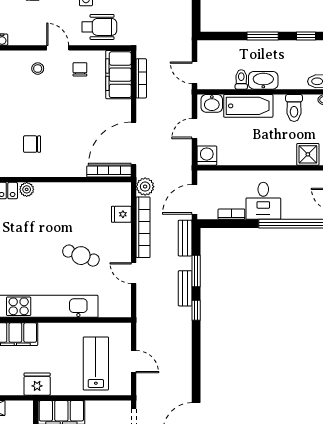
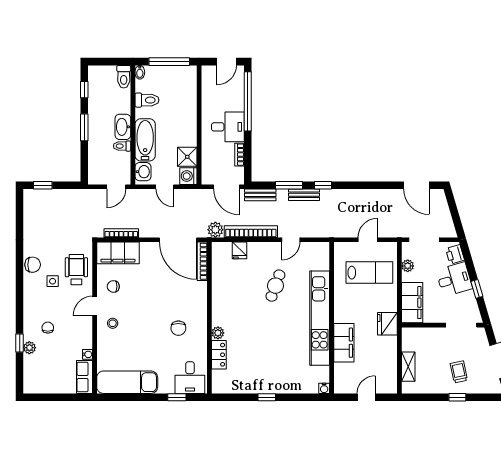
shower: (308, 154) -> (187, 157), moved
lab bench: (96, 363) -> (369, 273), turned 180
plant: (104, 407) -> (408, 266), added

